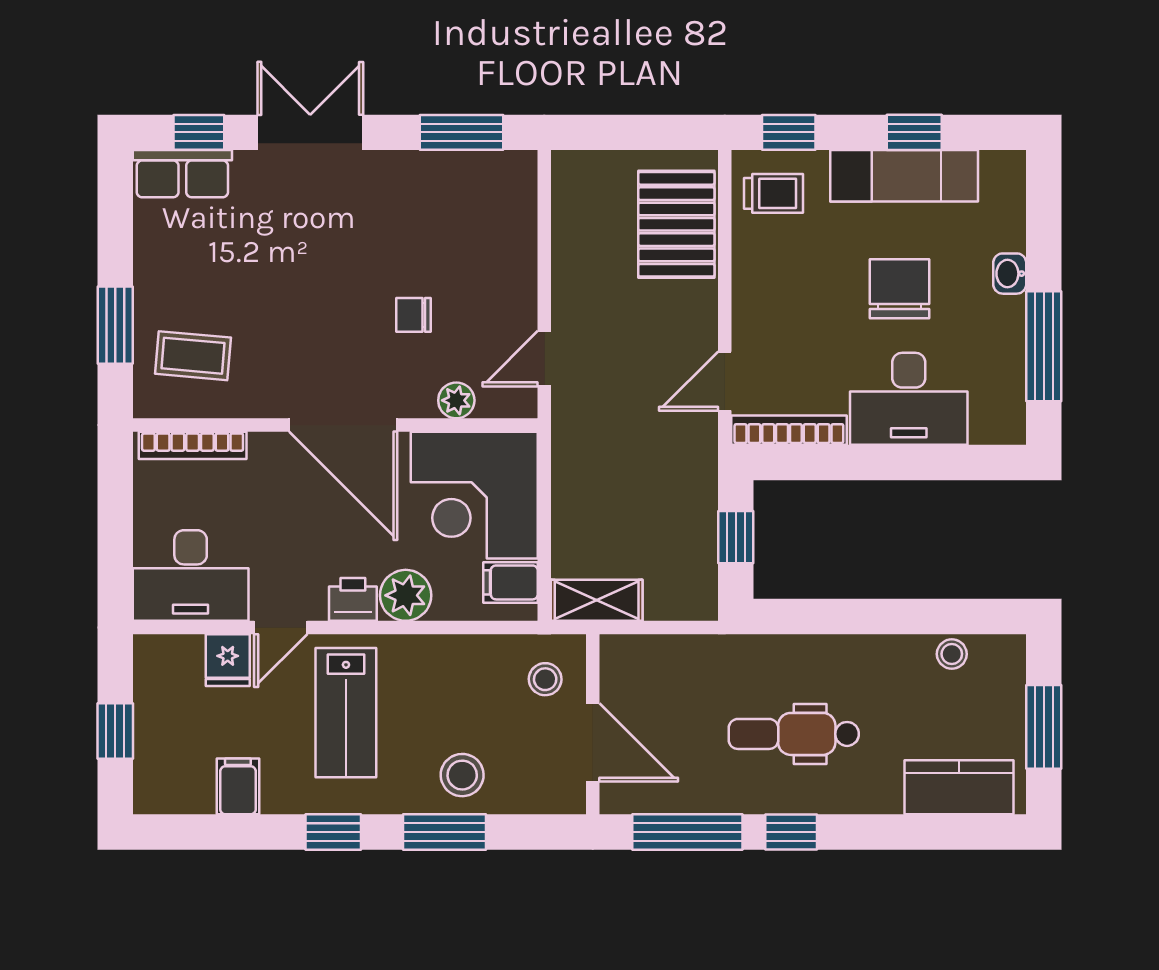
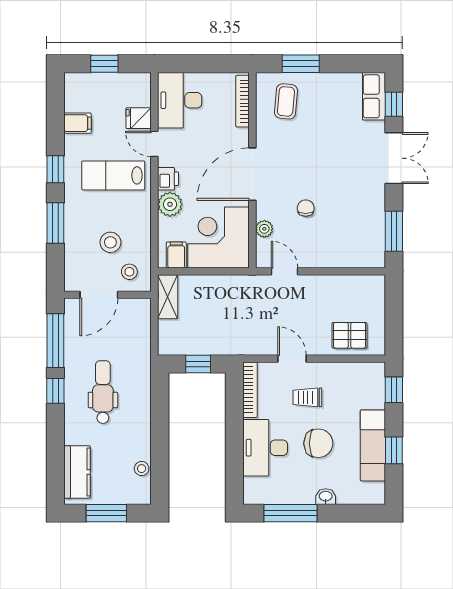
trolley: (773, 193) -> (307, 397), moved, turned 90
pallet: (676, 224) -> (350, 335), width x0.67, depth x0.71
door: (725, 381) -> (292, 359), moved
stool: (462, 775) -> (110, 242), moved

